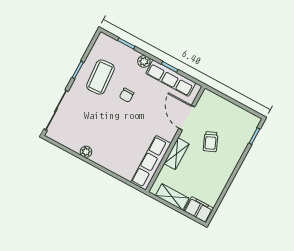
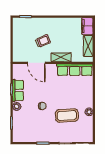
coffee table: (101, 77) -> (67, 116), moved
row of seats: (171, 78) -> (18, 90), width x0.68
door: (187, 118) -> (36, 63), hinge flipped

